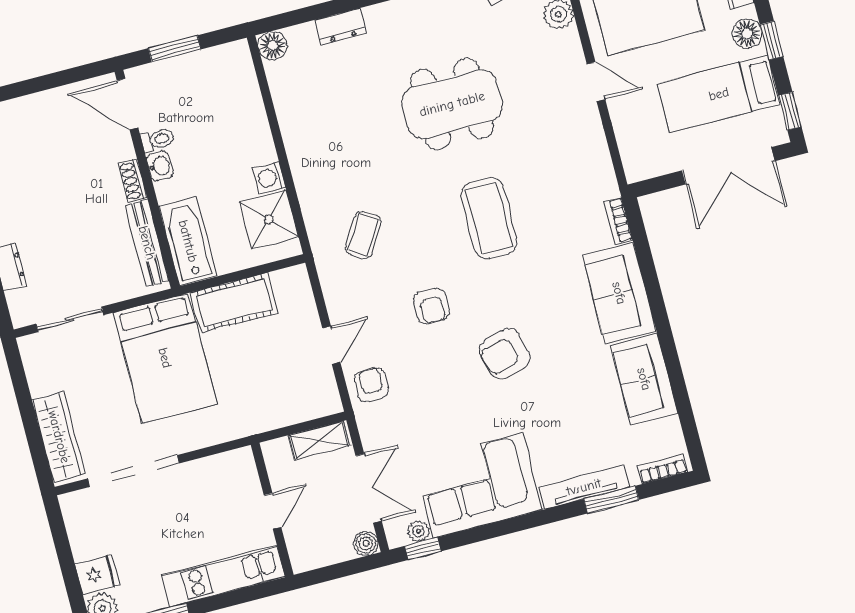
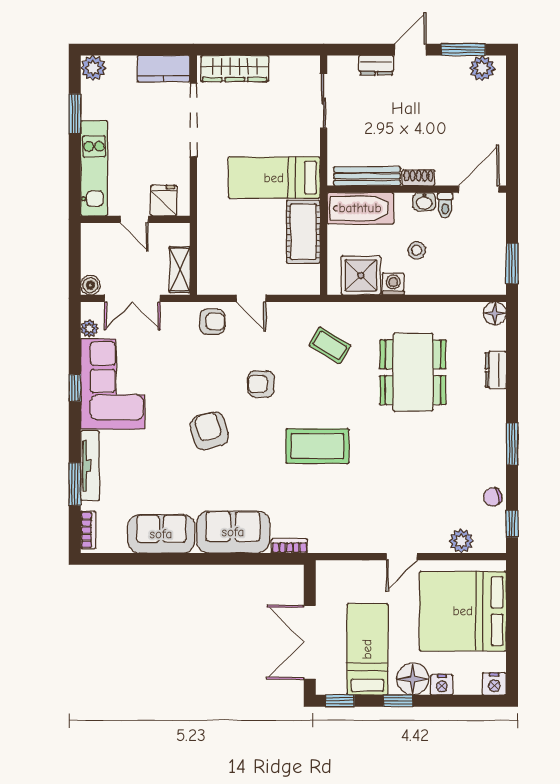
floor lamp: (747, 34) -> (413, 679), width x1.38, depth x1.38
window: (175, 49) -> (512, 263), moved
dining table: (452, 104) -> (413, 372), moved
stool: (221, 160) -> (417, 250), added
bed: (165, 358) -> (274, 178), width x0.67
kitchen counter: (81, 523) -> (164, 69), added
window: (423, 549) -> (75, 388), moved
fridge: (97, 574) -> (164, 201), moved, turned 180

